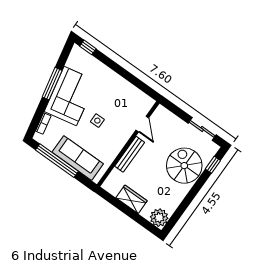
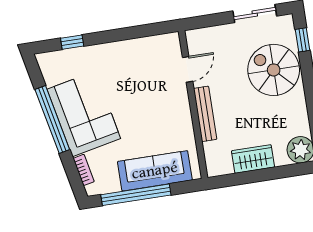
window: (88, 47) -> (72, 42), moved
window: (52, 84) -> (52, 120), width x1.46
side table: (97, 121) -> (137, 112), removed
door: (142, 124) -> (188, 69), hinge flipped

